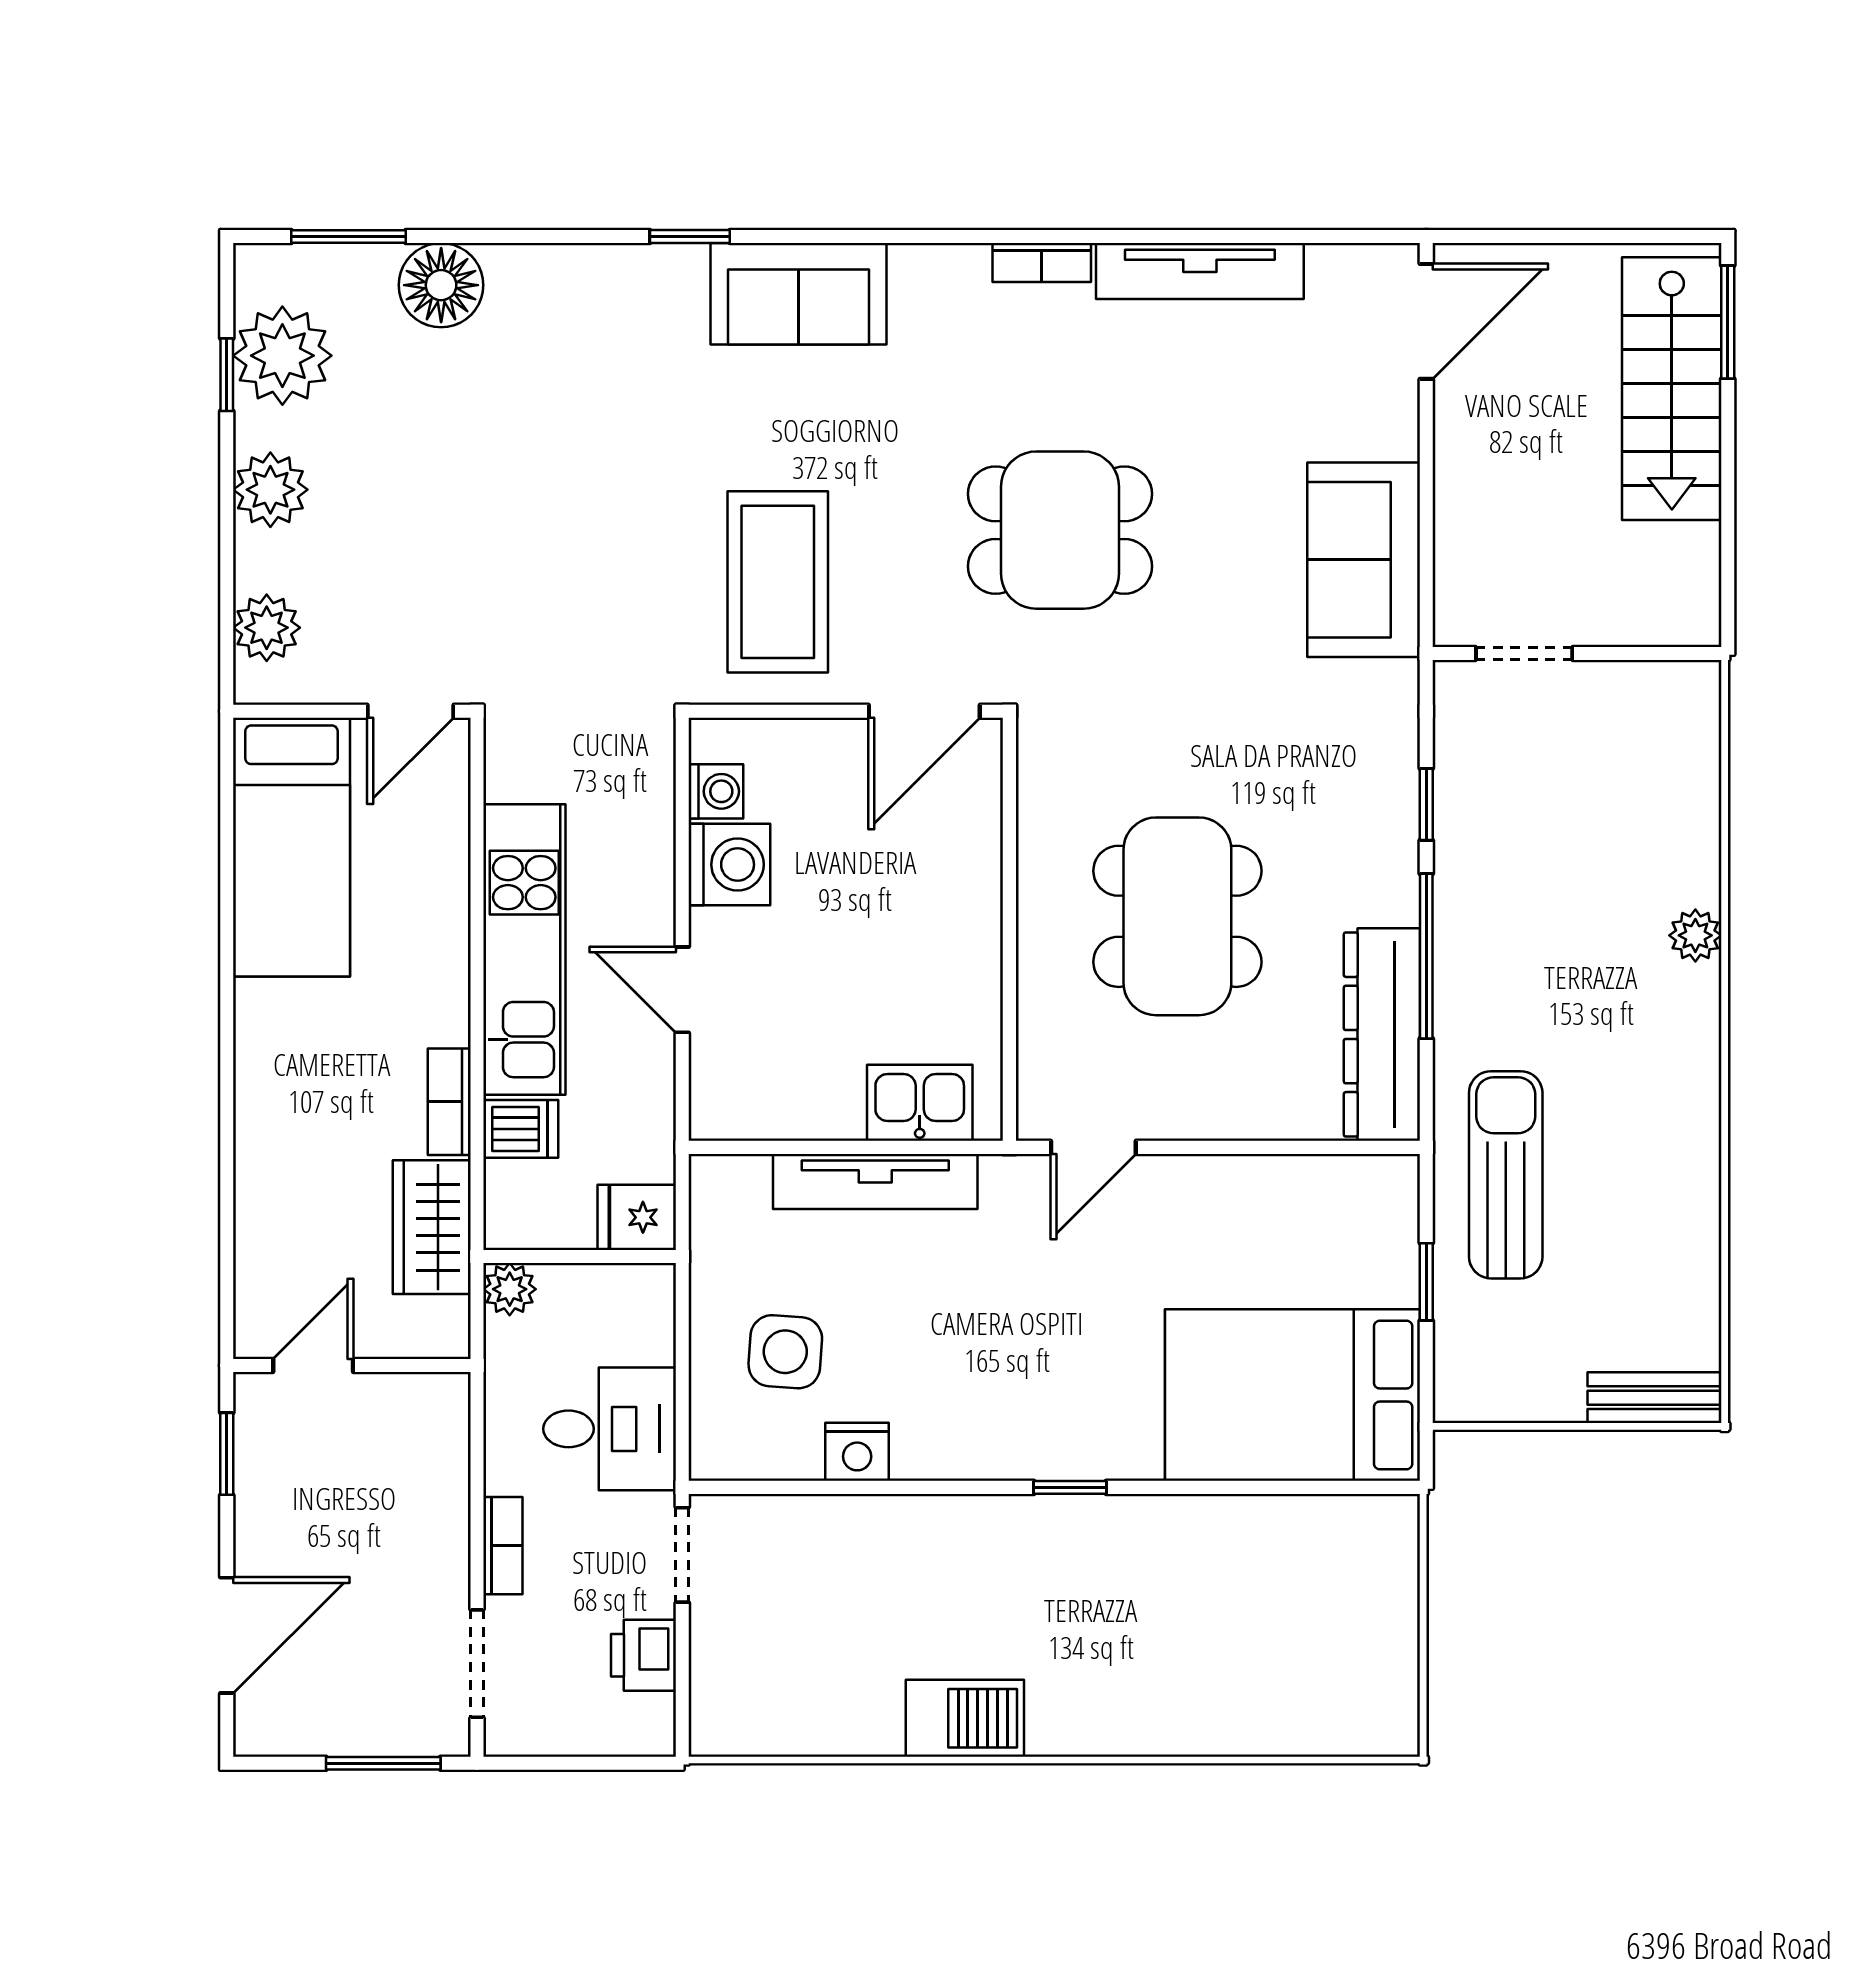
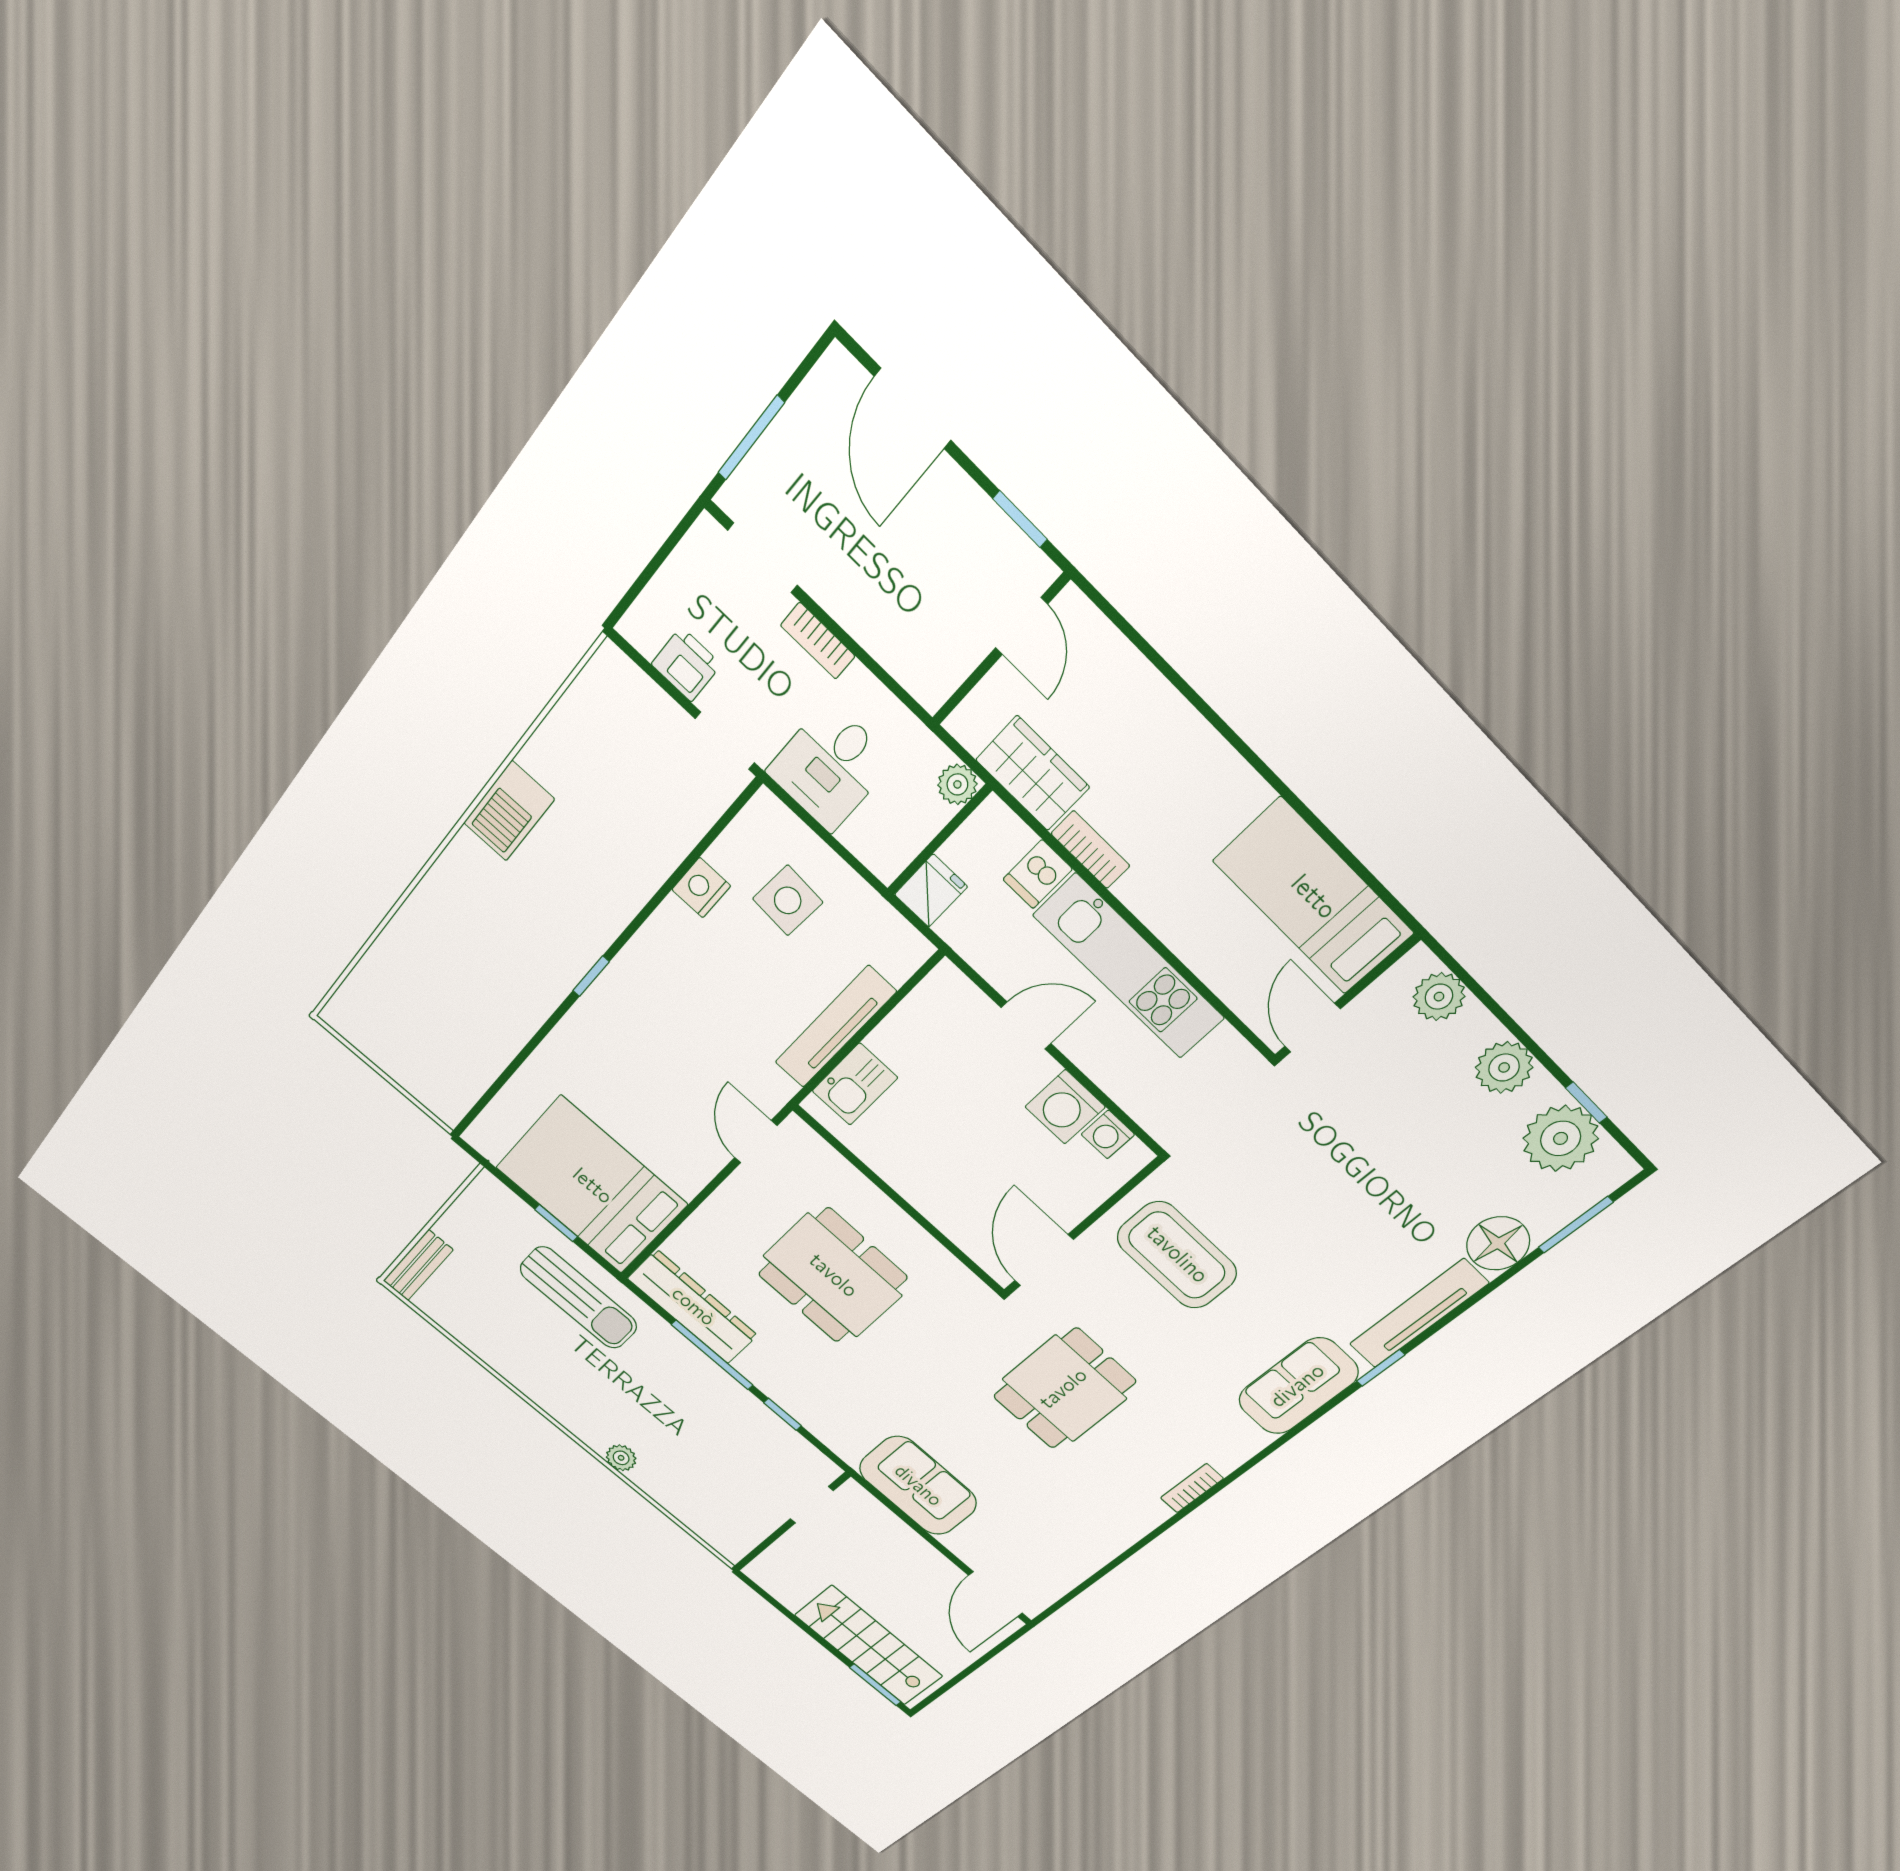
tv unit: (1200, 271) -> (1419, 1314), moved
bed: (1293, 1395) -> (592, 1186), moved, turned -90

